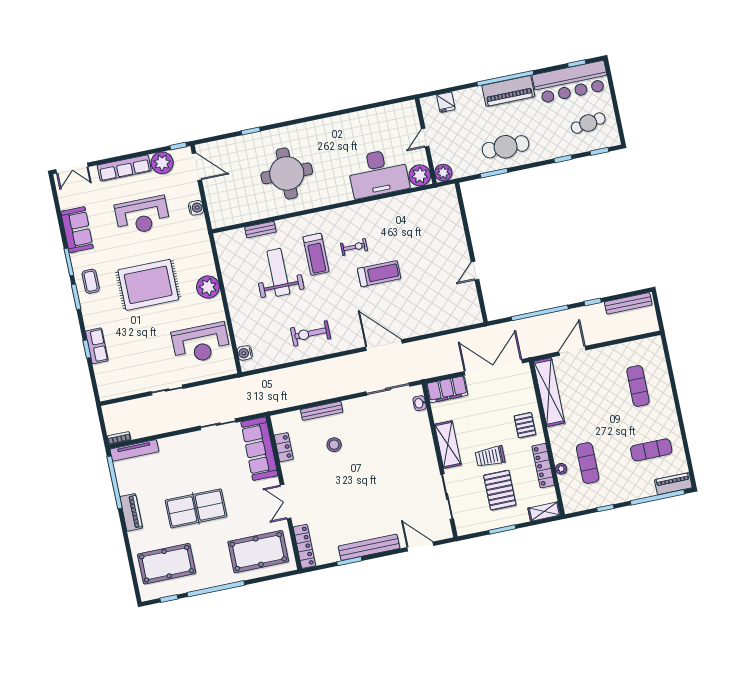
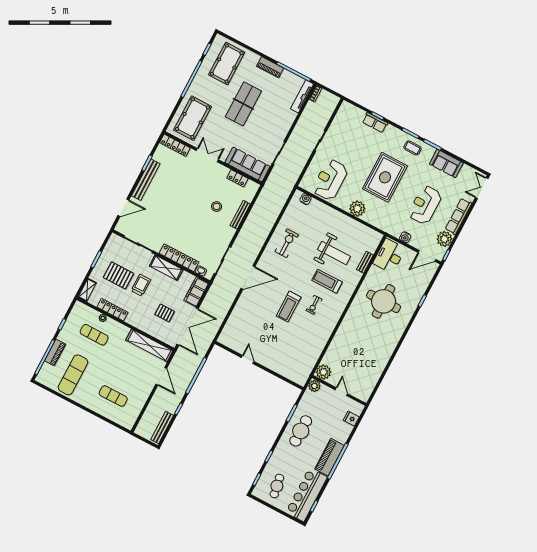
desk: (378, 173) -> (389, 256), moved, width x0.73, depth x0.77
pallet: (525, 425) -> (165, 313), moved
locker: (425, 439) -> (179, 258), added
exercise mat: (651, 450) -> (73, 375), width x1.36, depth x1.45
piano: (673, 484) -> (55, 352), moved

